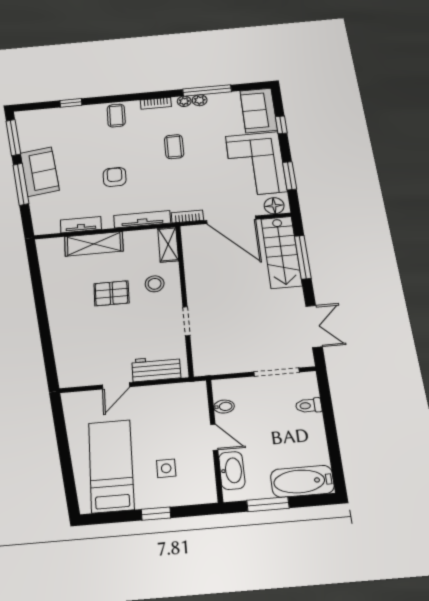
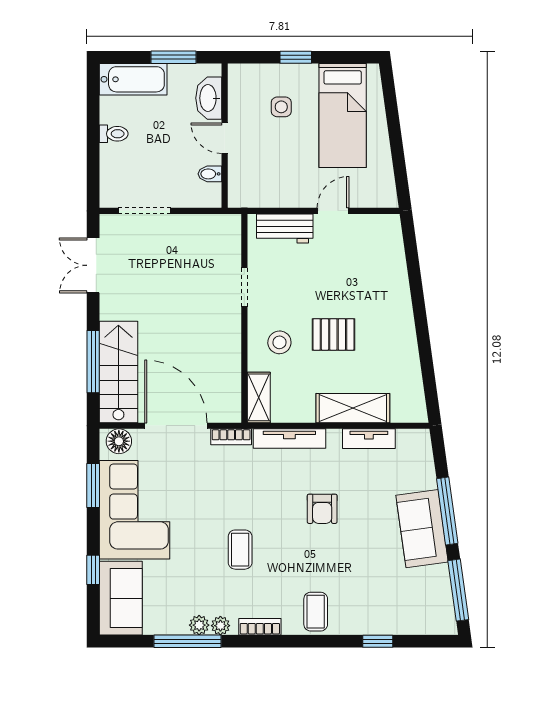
toilet: (309, 406) -> (114, 134), moved

